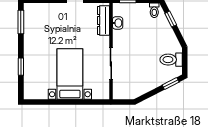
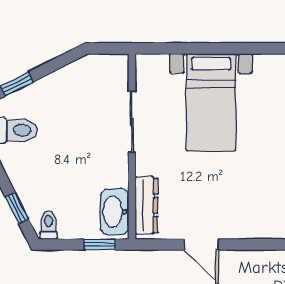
washbasin: (118, 23) -> (115, 212), width x1.91, depth x1.45

